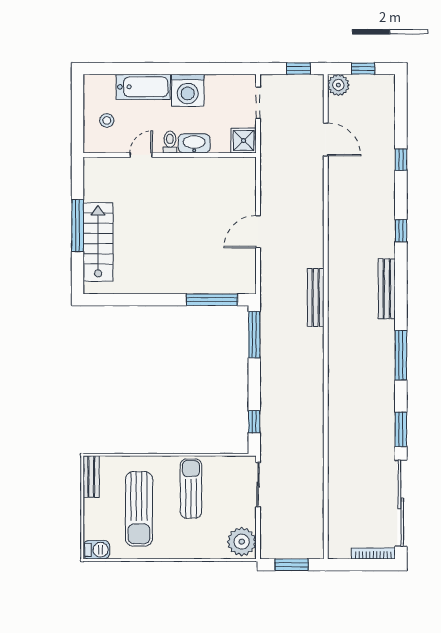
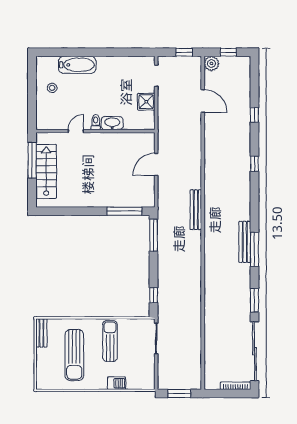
washing machine: (188, 90) -> (108, 67), removed
toilet: (170, 142) -> (96, 122), moved
washbasin: (194, 143) -> (112, 123), moved
door: (141, 155) -> (76, 131), moved
wall: (170, 155) -> (95, 131), moved
bench: (387, 289) -> (245, 242), moved
plant: (242, 542) -> (145, 378), removed
barbecue: (96, 550) -> (117, 383), moved

